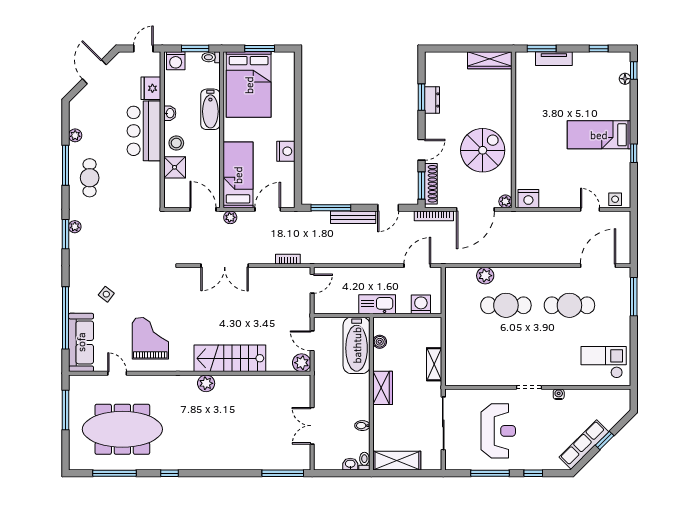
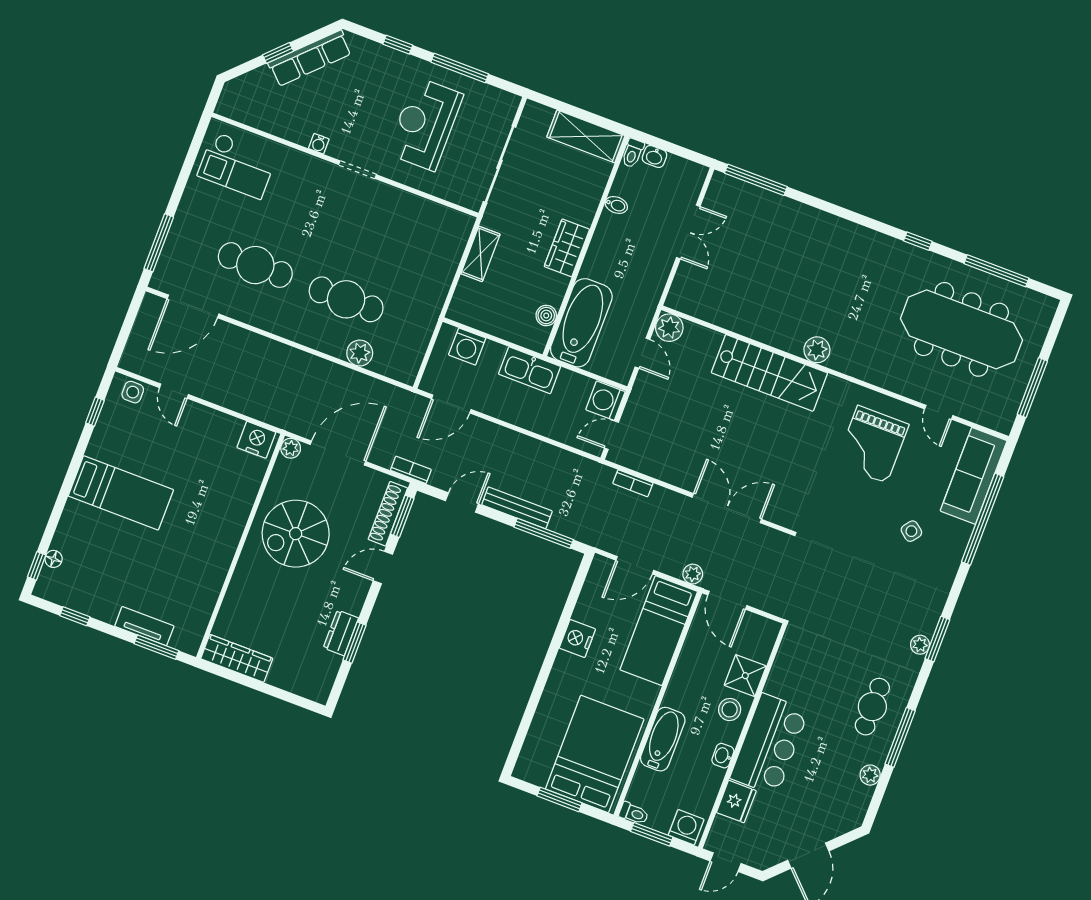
window: (634, 153) -> (95, 412), moved
bookcase: (434, 216) -> (411, 470), width x0.64
washing machine: (324, 303) -> (605, 401), added

